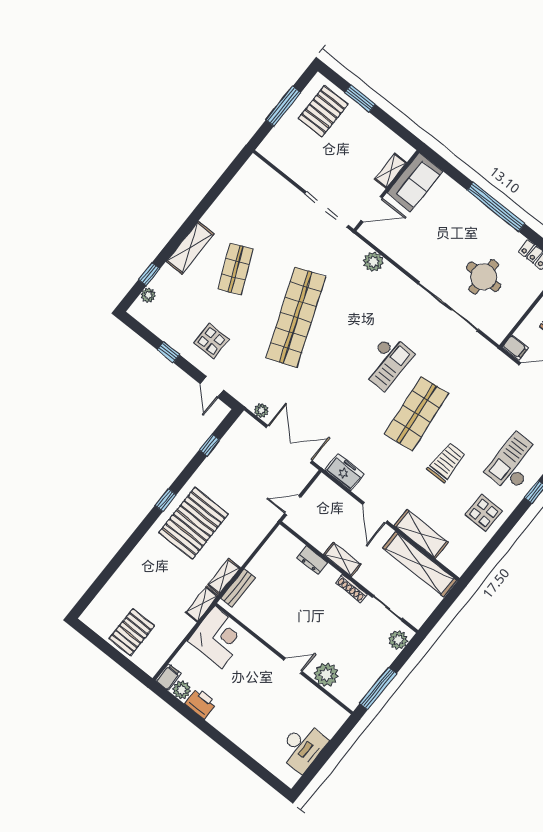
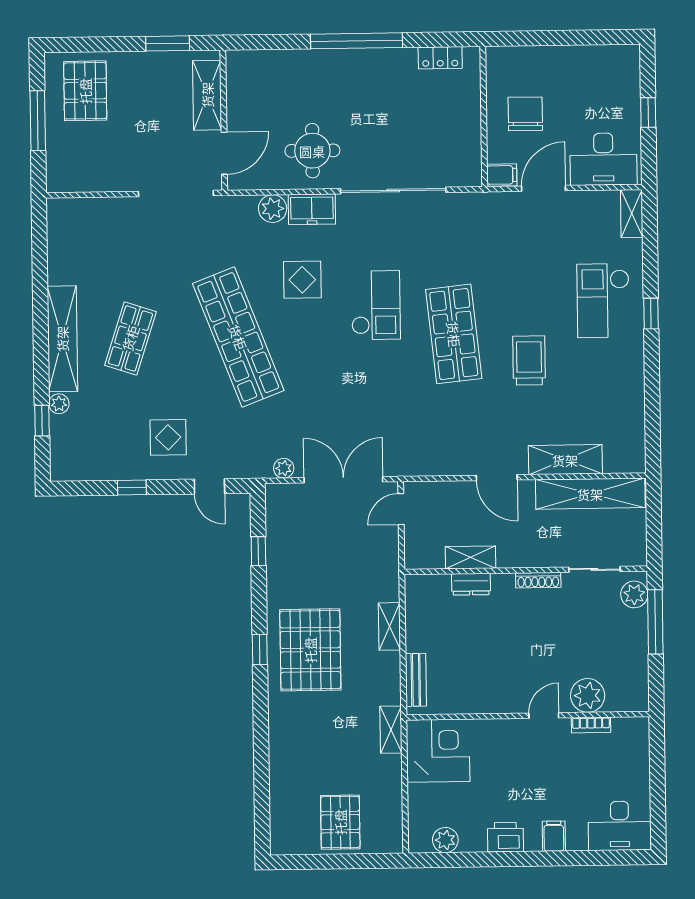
window: (360, 98) -> (168, 43), moved
shelving: (390, 171) -> (207, 95), width x1.50, depth x1.33
sofa: (415, 182) -> (247, 86), removed
shelving: (190, 248) -> (62, 339), width x1.47
shop shelf: (235, 269) -> (130, 338), turned 42
round table: (484, 277) -> (312, 151), moved
plant: (148, 295) -> (59, 404), moved
freezer: (344, 472) -> (312, 209), moved, turned 180
door: (293, 505) -> (401, 509), moved
display table: (484, 513) -> (302, 280), moved
shelving: (342, 559) -> (470, 557), moved
shelving: (224, 576) -> (389, 626), moved
filing cabinet: (168, 677) -> (554, 836), moved
window: (378, 689) -> (655, 622), moved
bookcase: (315, 693) -> (591, 725), added
printer: (201, 703) -> (506, 837), moved
desk: (302, 747) -> (620, 826), moved, turned 90

